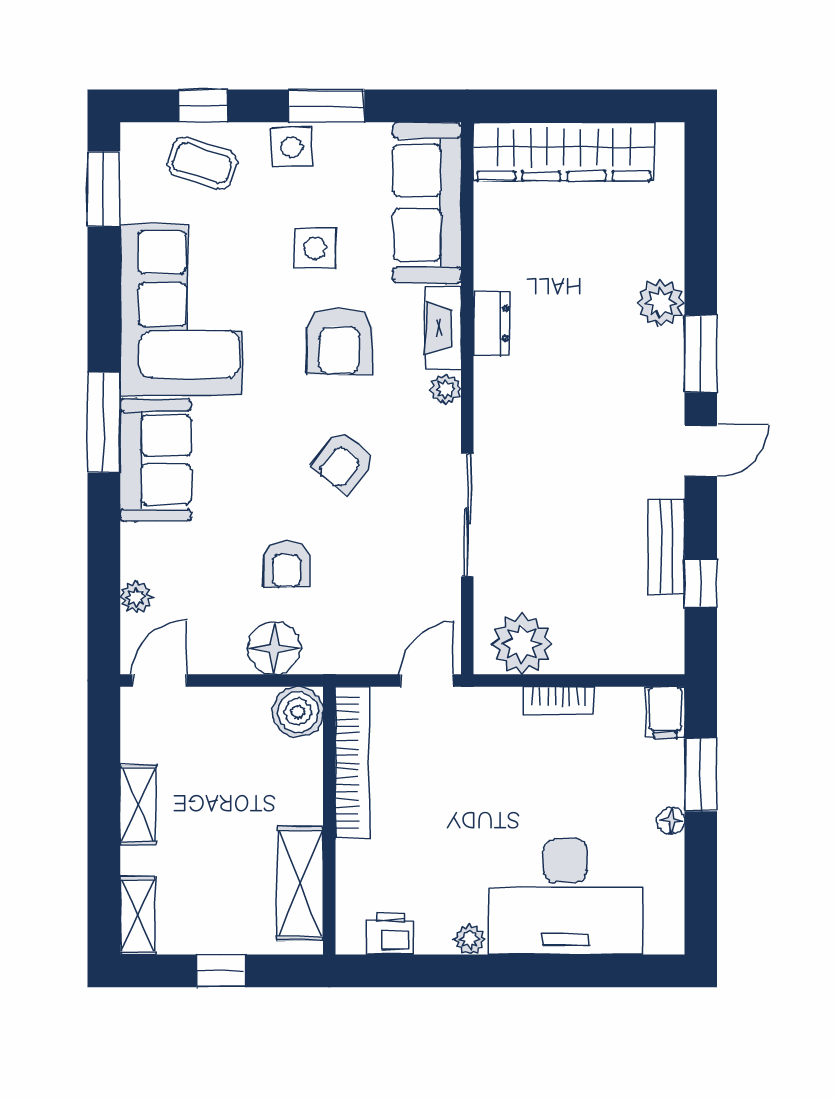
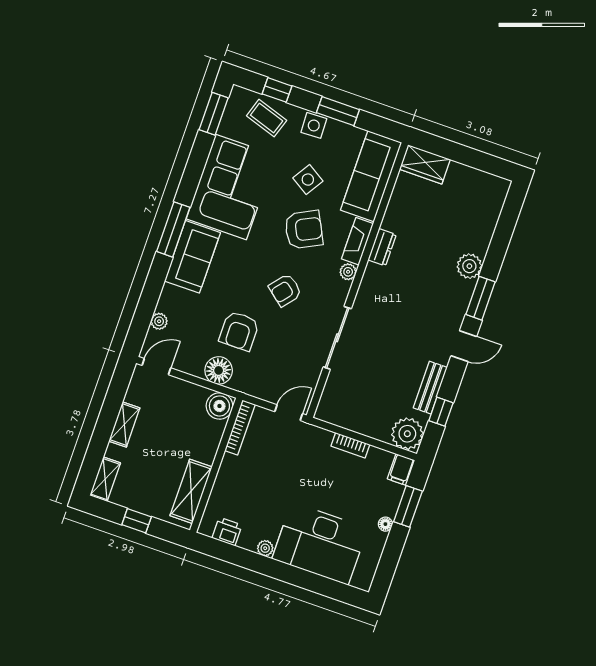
wardrobe: (564, 151) -> (425, 164), width x0.48, depth x0.85
side table: (315, 248) -> (308, 180), turned 32
armchair: (339, 341) -> (304, 230), turned -117
armchair: (286, 564) -> (239, 331), width x1.38, depth x1.38
plant: (522, 644) -> (407, 434), moved
bookcase: (353, 763) -> (240, 428), width x0.68, depth x0.76

